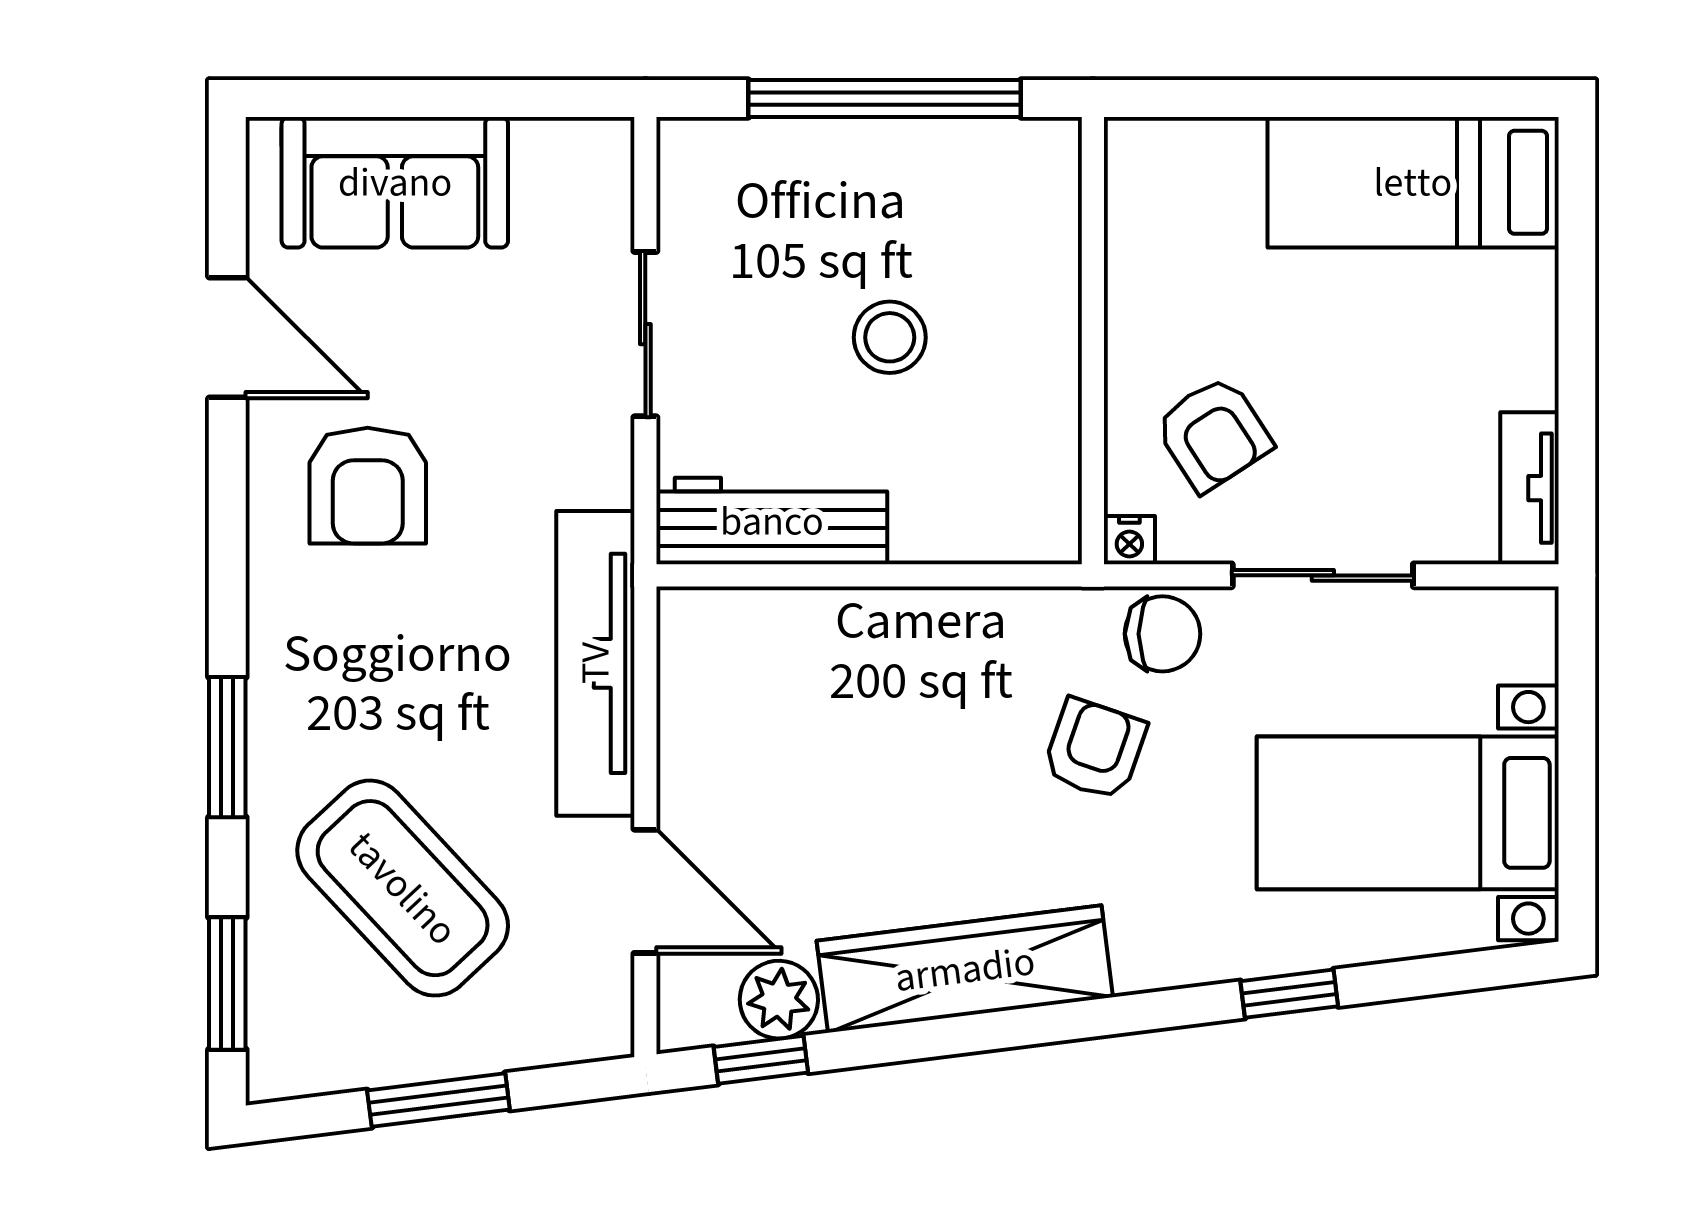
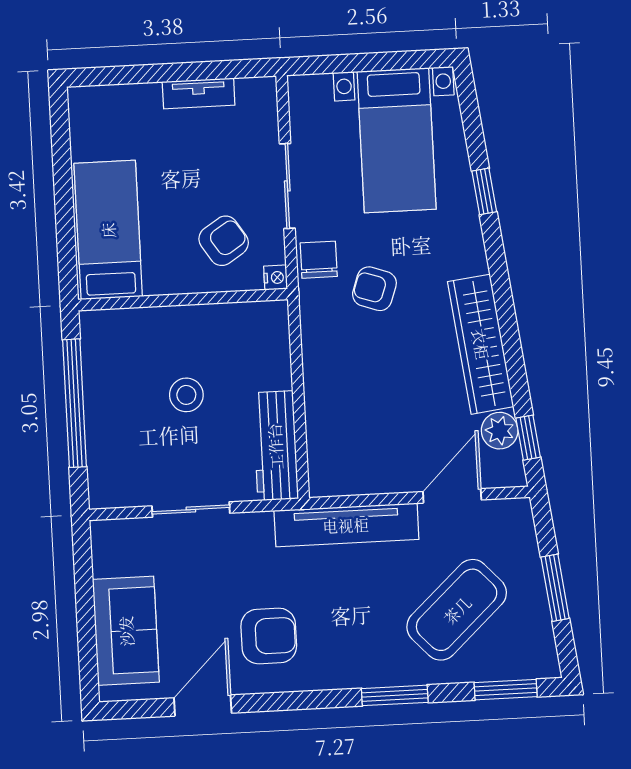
bed: (1413, 182) -> (108, 230), moved, turned 180
tv unit: (1529, 488) -> (199, 93), moved

